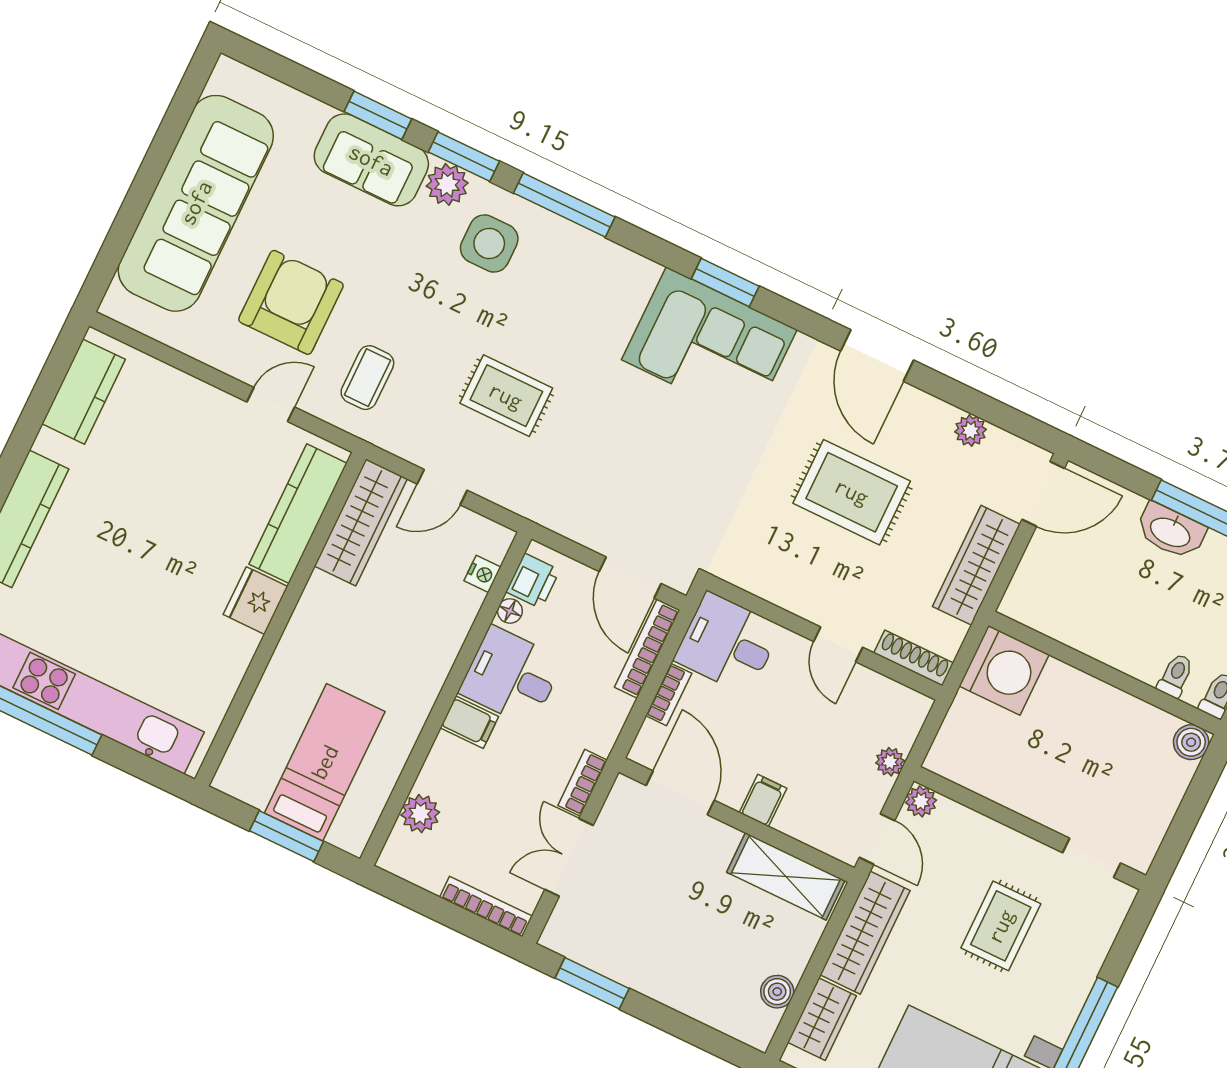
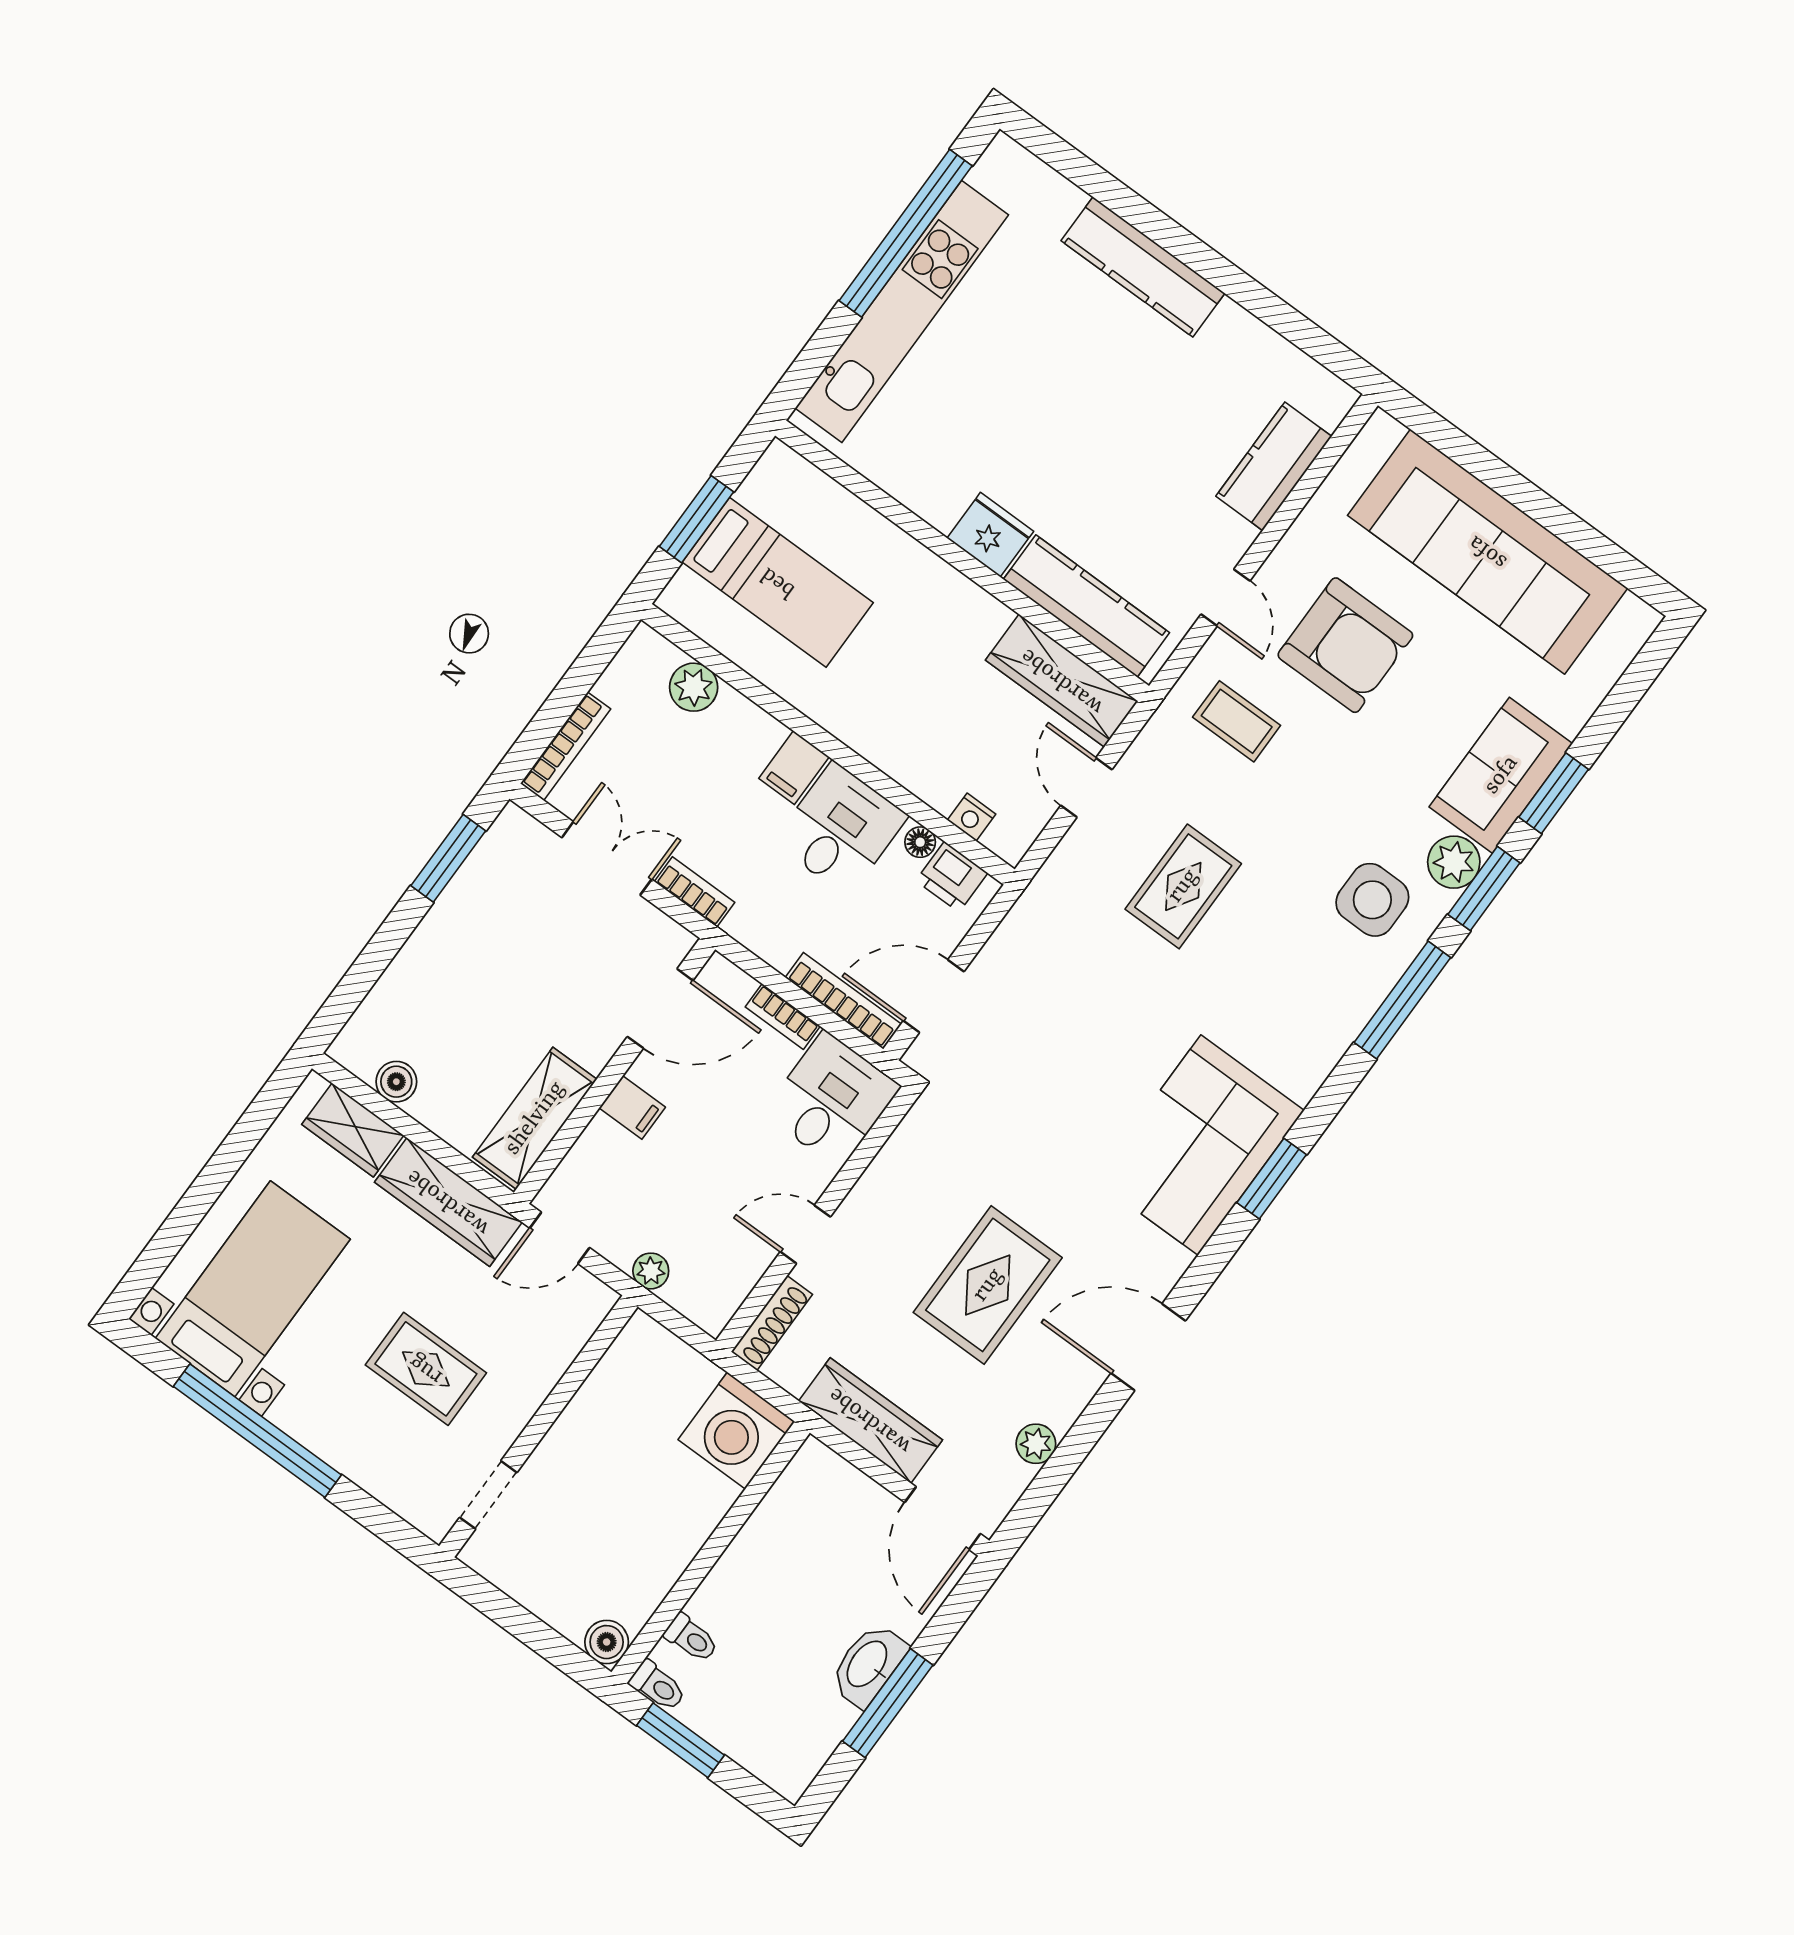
kitchen counter: (84, 392) -> (1274, 466), moved, turned 90
plant: (921, 801) -> (596, 1300), removed

